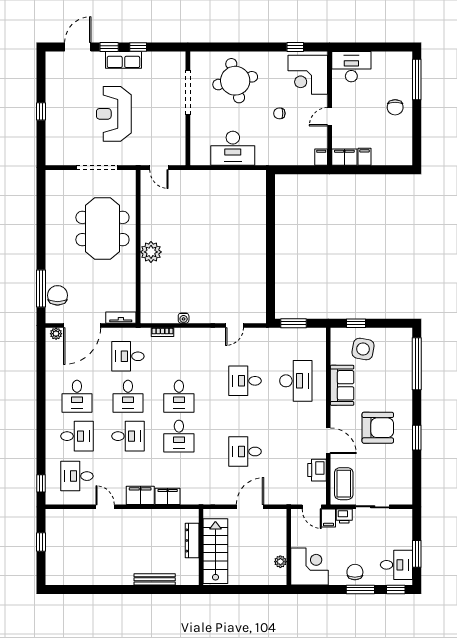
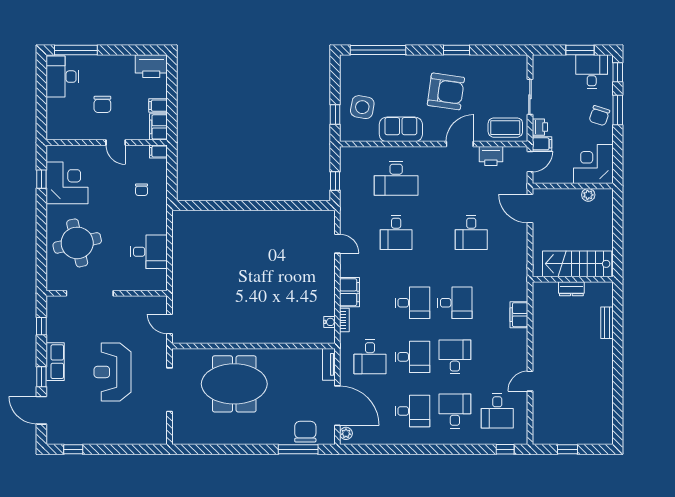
window: (138, 47) -> (41, 326), moved
desk: (351, 67) -> (62, 77), moved
corner desk: (308, 75) -> (67, 183), moved, turned -90
chair: (395, 107) -> (102, 104), moved, turned 90
window: (41, 111) -> (73, 449), moved
chair: (279, 113) -> (142, 190), moved
reception desk: (114, 114) -> (112, 372), turned 90
desk: (233, 148) -> (149, 252), width x0.73
printer: (402, 150) -> (151, 66), added
door: (159, 168) -> (170, 324), swing flipped
plant: (151, 252) -> (259, 332), removed
chair: (58, 295) -> (305, 432), turned 90
water cooler: (184, 318) -> (329, 322), moved
window: (293, 323) -> (335, 181), width x0.67
desk: (296, 381) -> (396, 178), turned 180
armchair: (378, 428) -> (446, 91), turned 98
filing cabinet: (140, 495) -> (350, 292), moved, turned 180
door: (250, 507) -> (530, 209), moved
dresser: (192, 540) -> (571, 289), width x0.70
chair: (355, 572) -> (599, 116), turned -72
bench: (155, 579) -> (607, 323), width x0.73

